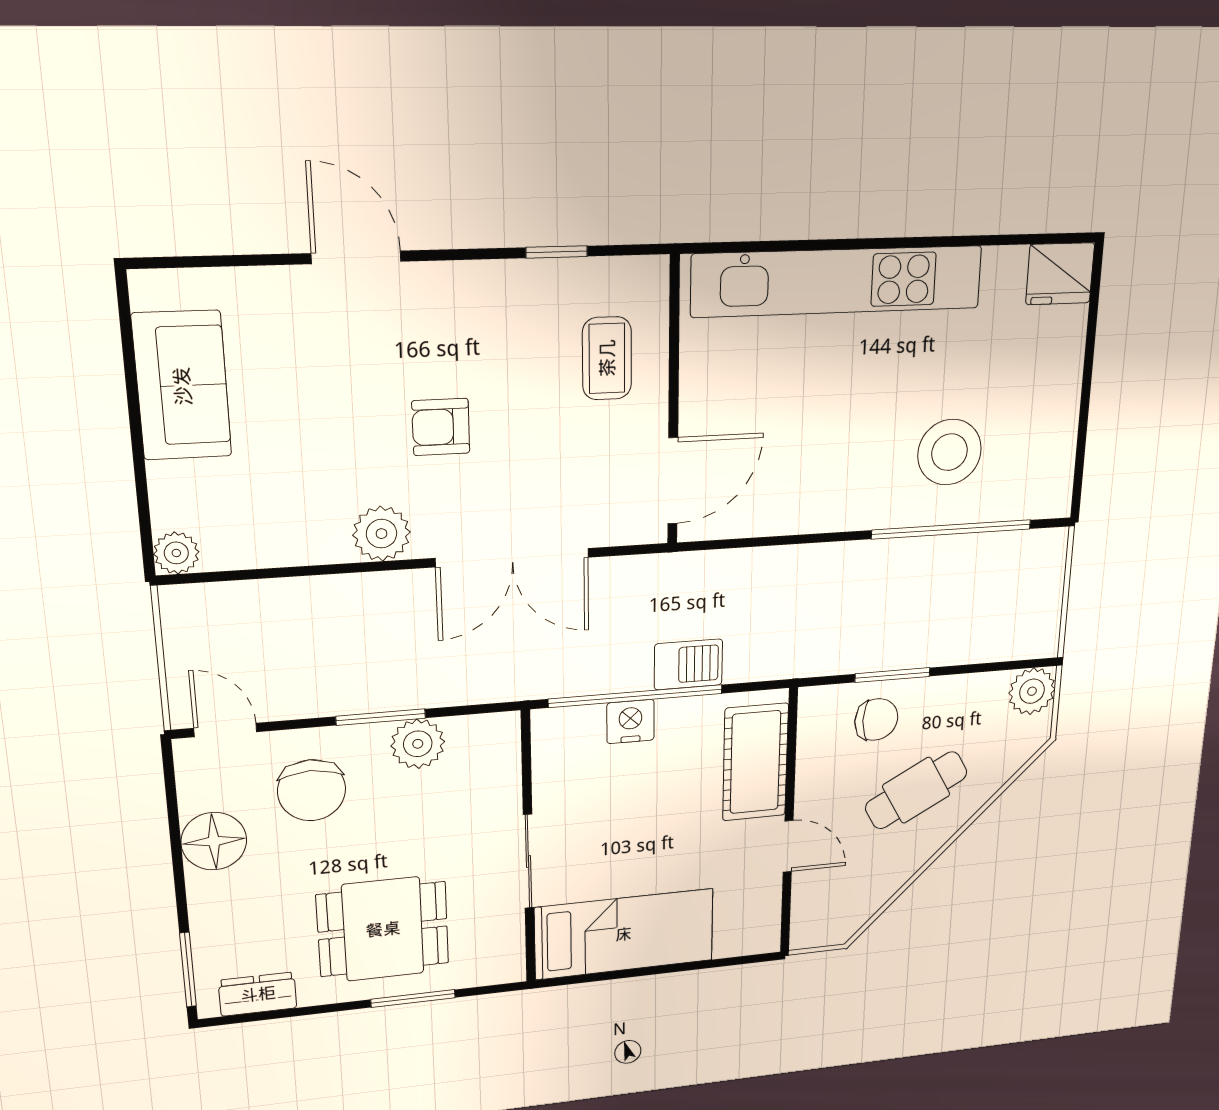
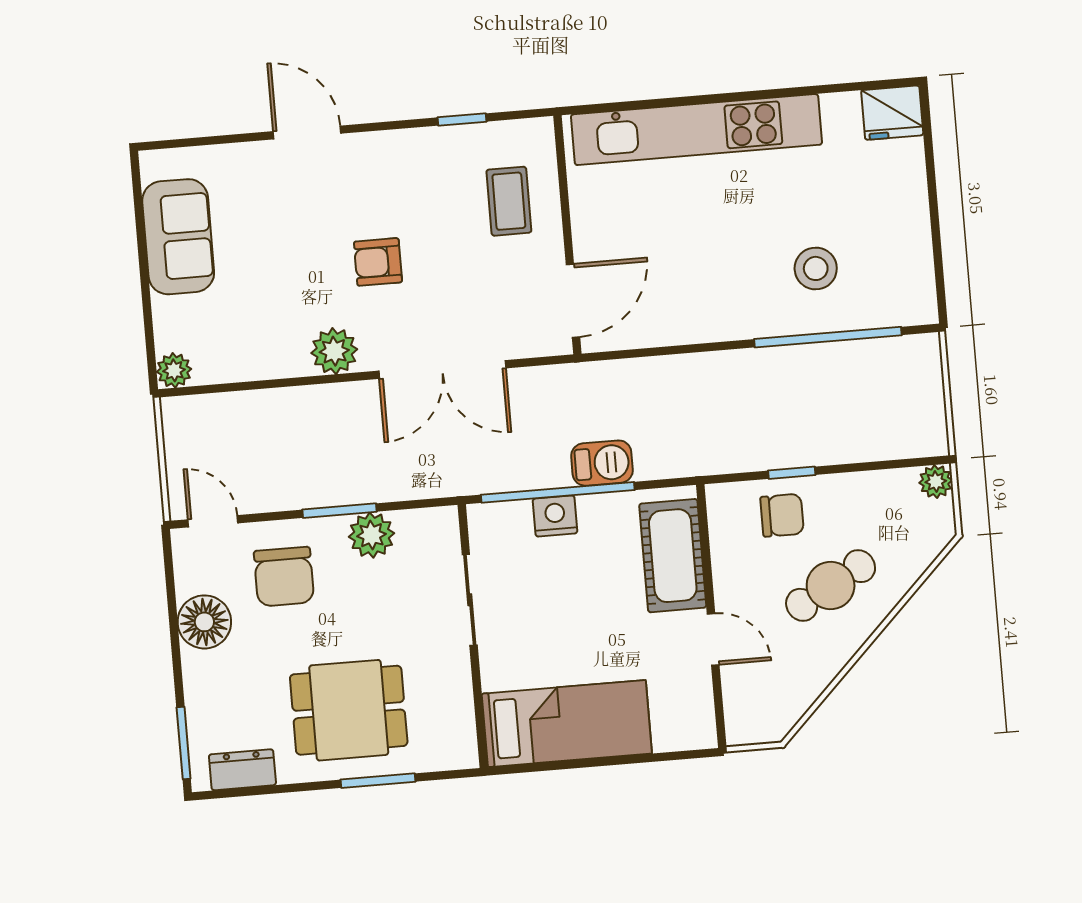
stool: (950, 452) -> (816, 268), width x0.73, depth x0.73
window: (893, 675) -> (792, 473), width x0.67
plant: (1032, 691) -> (936, 482), width x0.73, depth x0.73
sliding door: (528, 861) -> (470, 600), moved

